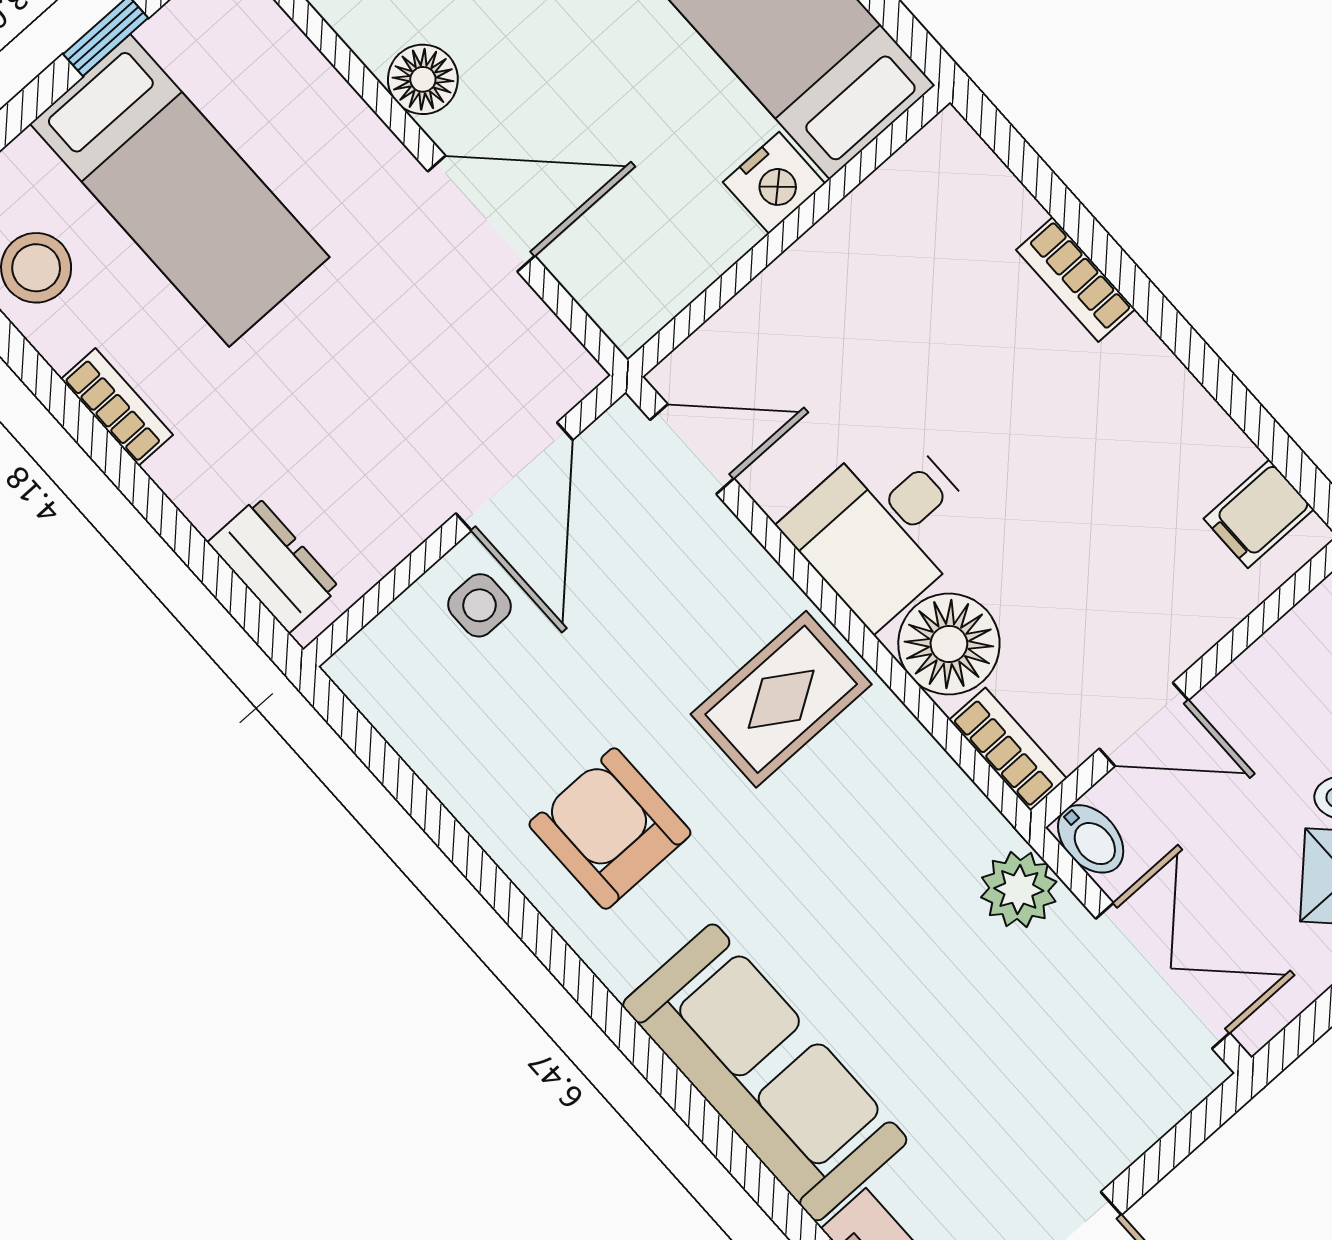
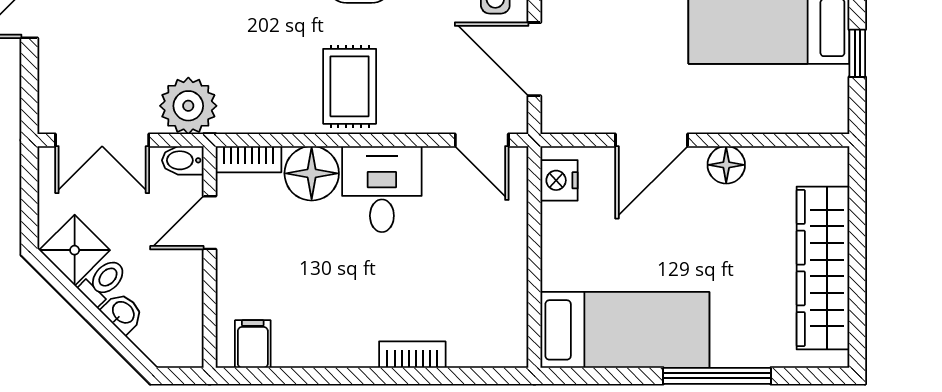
nightstand: (774, 183) -> (559, 180), moved
door: (692, 449) -> (482, 140), hinge flipped
plant: (1019, 889) -> (188, 106), width x1.36, depth x1.36

